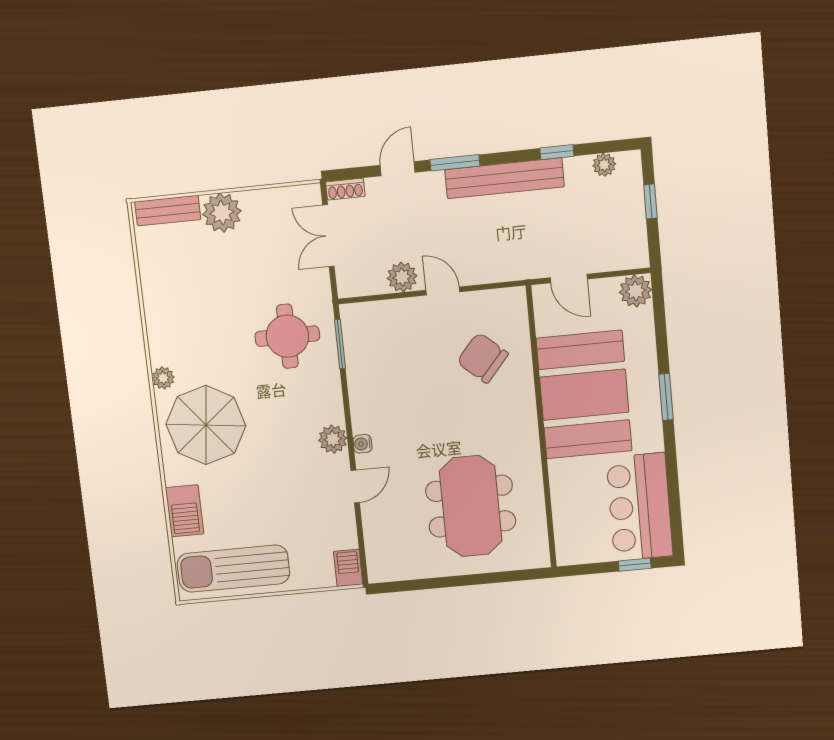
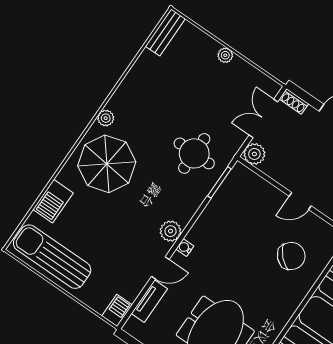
bench: (168, 211) -> (165, 32), moved, turned 90
plant: (222, 213) -> (225, 55), width x0.53, depth x0.53
plant: (402, 277) -> (254, 154), moved
door: (443, 291) -> (300, 201), swing flipped
chair: (483, 358) -> (291, 256), turned 94
tv unit: (373, 530) -> (149, 301), added

